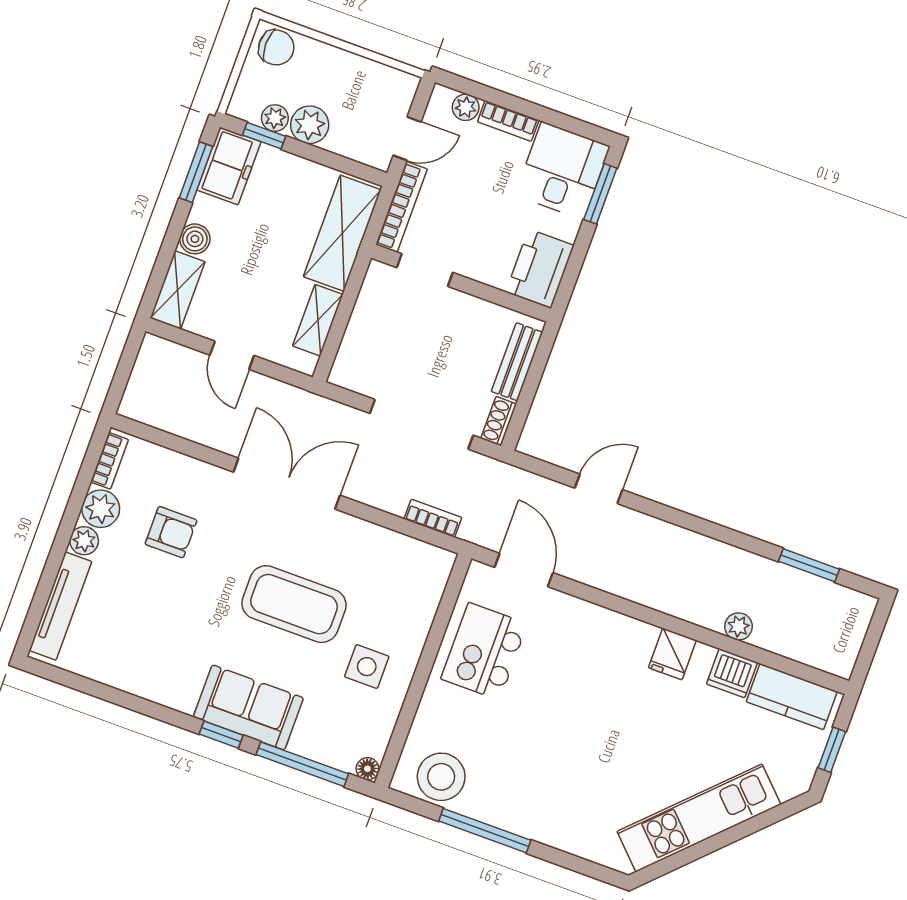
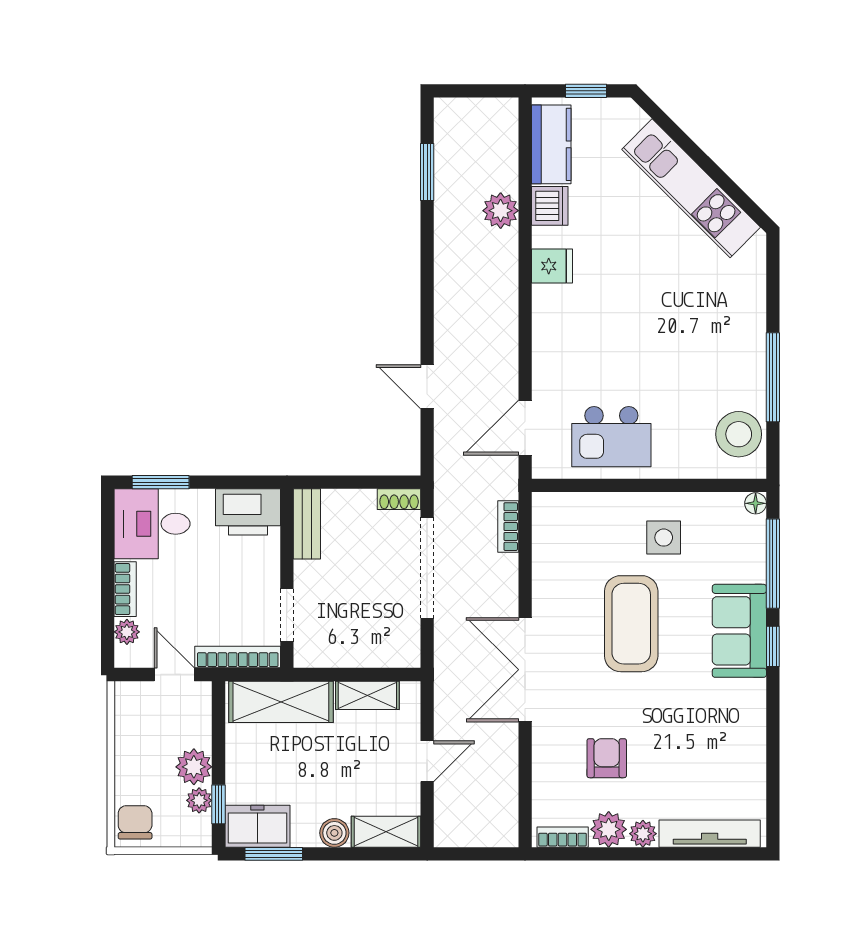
bench: (517, 362) -> (307, 524), moved, turned 90
plant: (738, 626) -> (501, 211), width x1.38, depth x1.38

